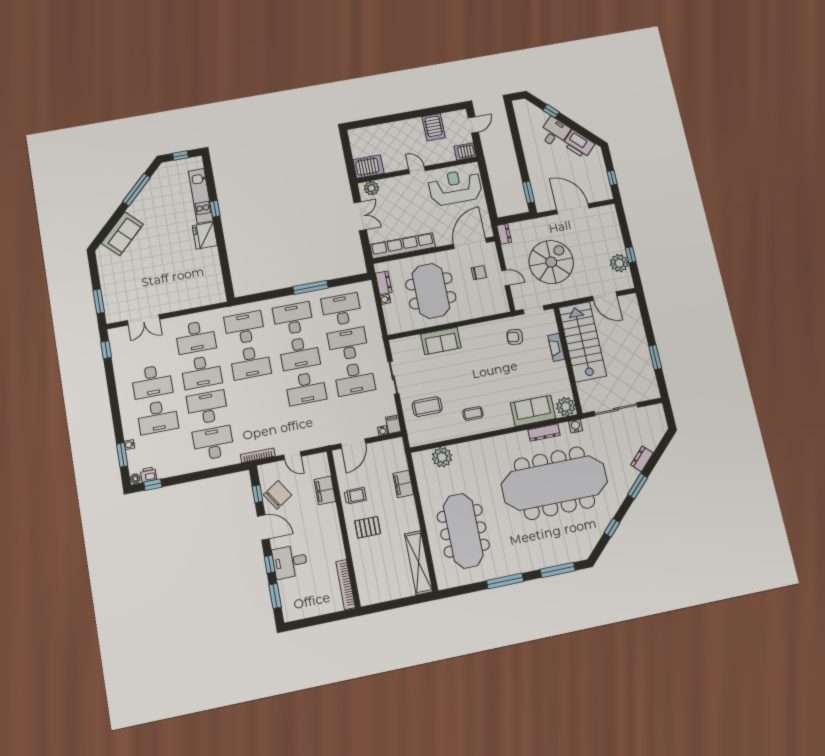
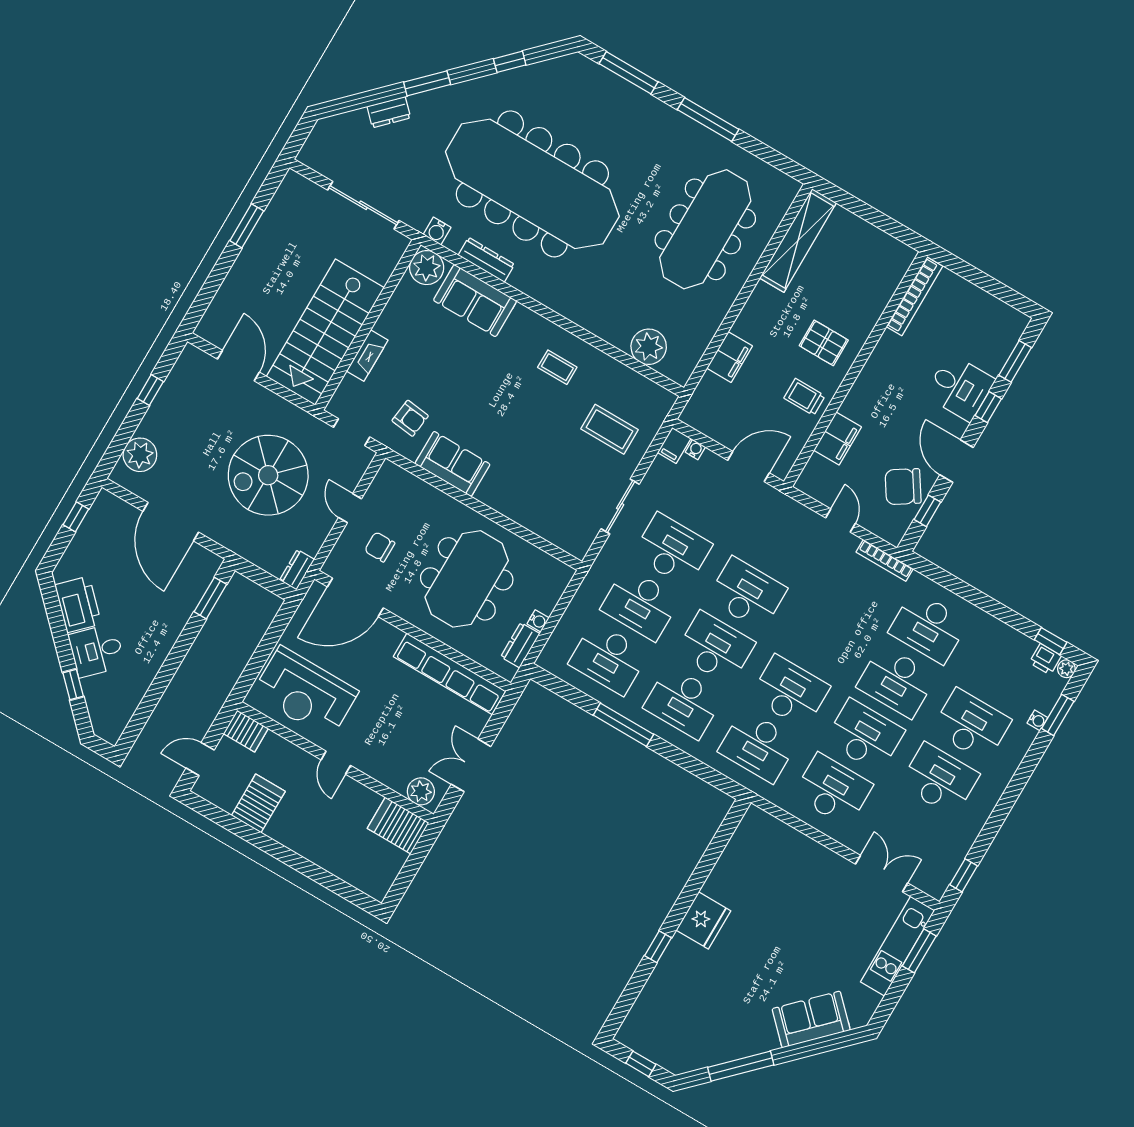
kitchen unit: (201, 196) -> (898, 946), moved, turned 180
plant: (619, 263) -> (140, 455), moved
sofa: (441, 341) -> (452, 464), moved

